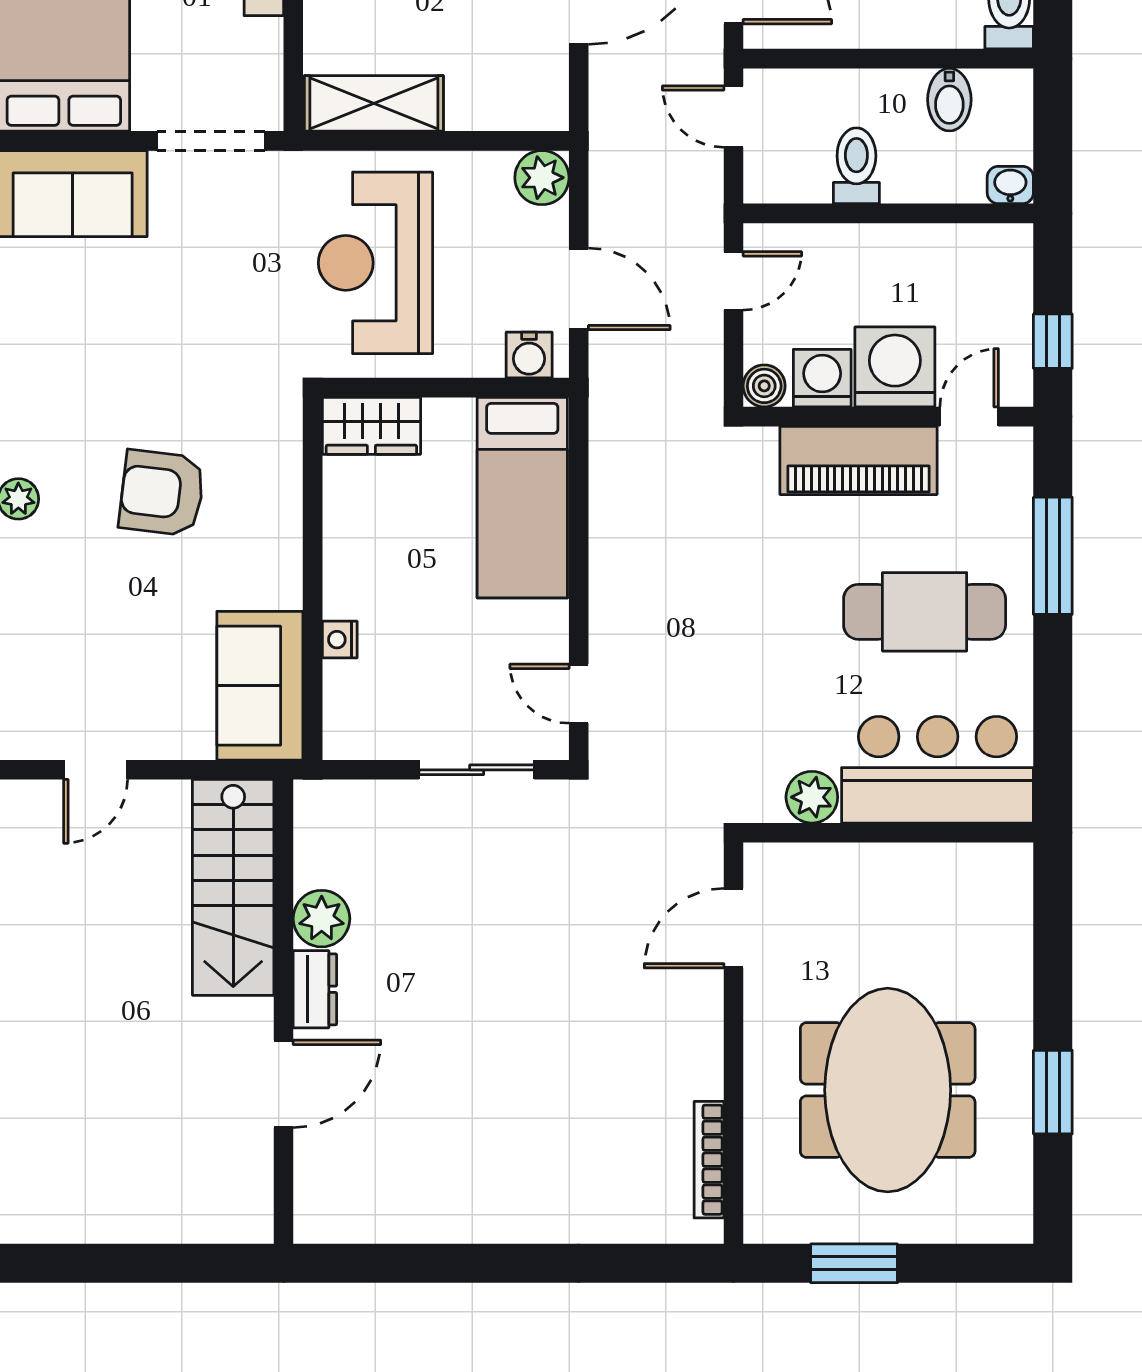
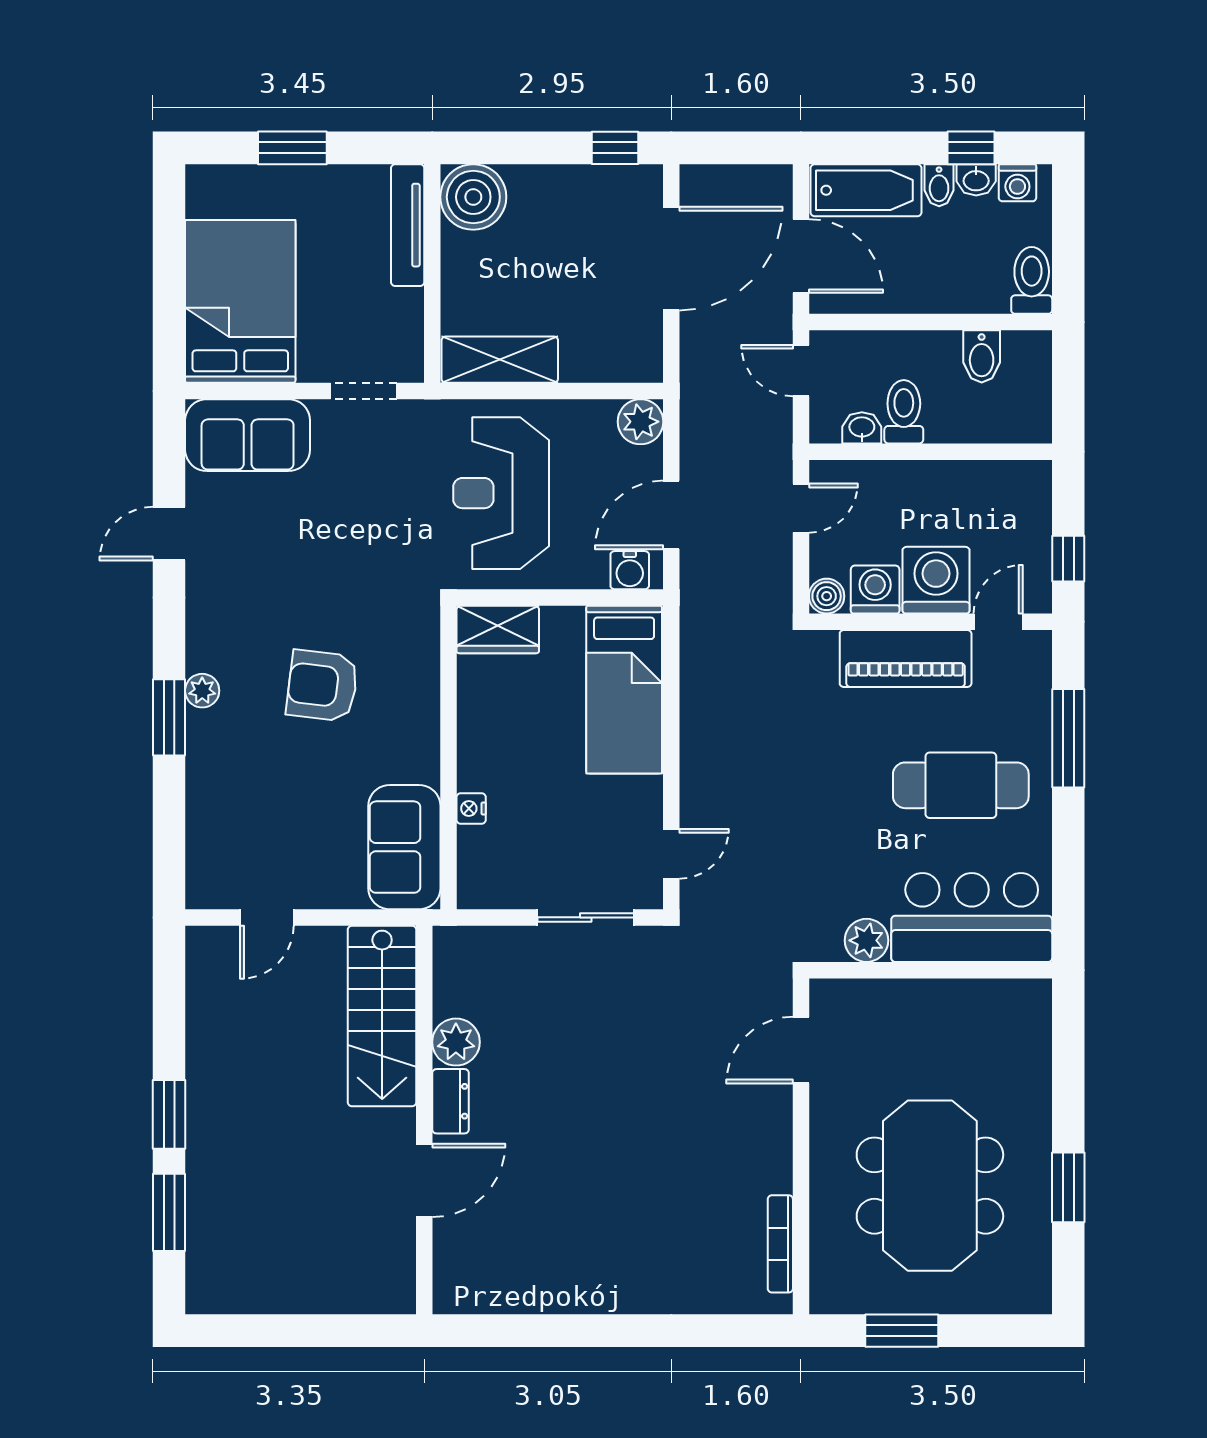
doorway: (211, 141) -> (363, 391), width x0.73
washbasin: (1010, 185) -> (862, 428), moved
door: (579, 289) -> (671, 515), swing flipped
door: (579, 694) -> (671, 854), swing flipped

